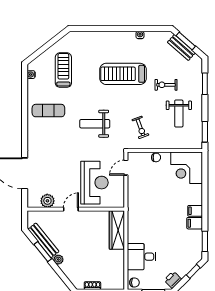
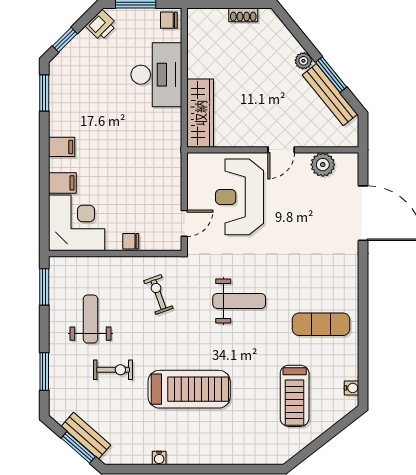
filing cabinet: (195, 223) -> (62, 183), moved
desk: (142, 257) -> (156, 75), width x1.37

